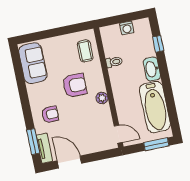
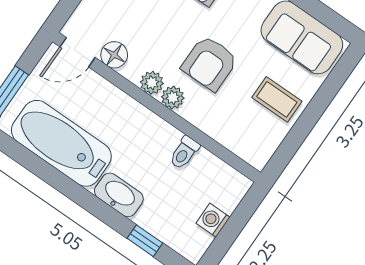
coffee table: (85, 51) -> (277, 99), moved
plant: (99, 86) -> (173, 98), added
floor lamp: (106, 121) -> (114, 55), added

